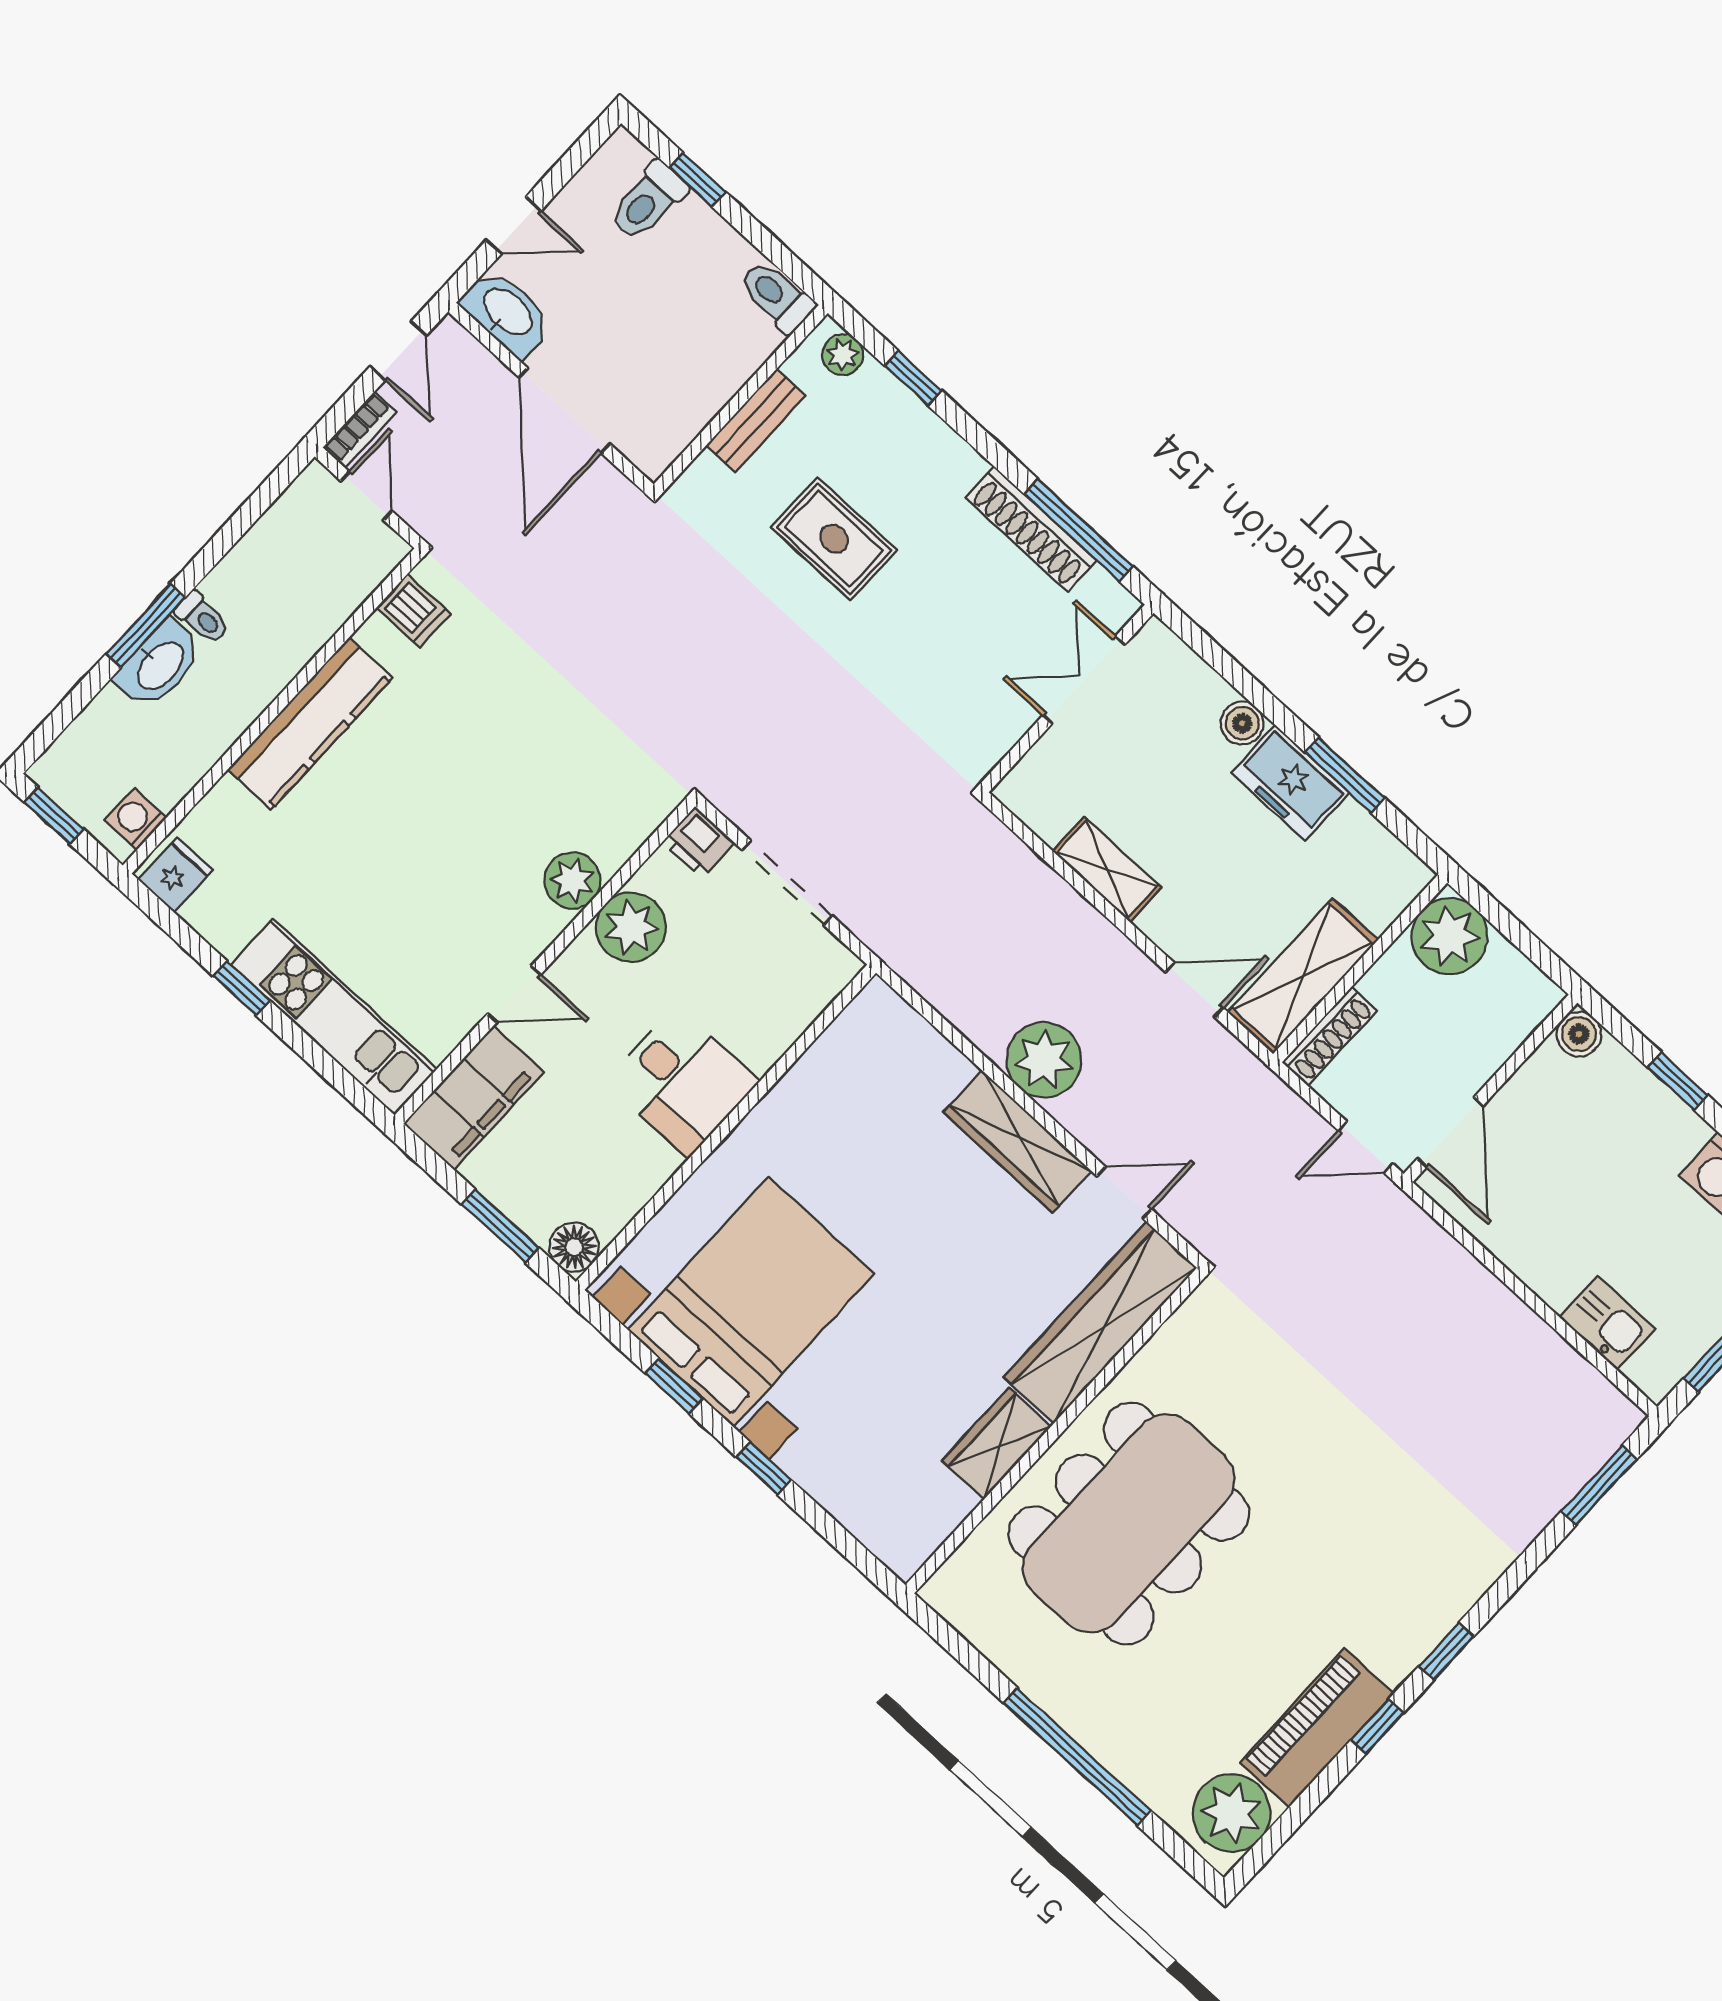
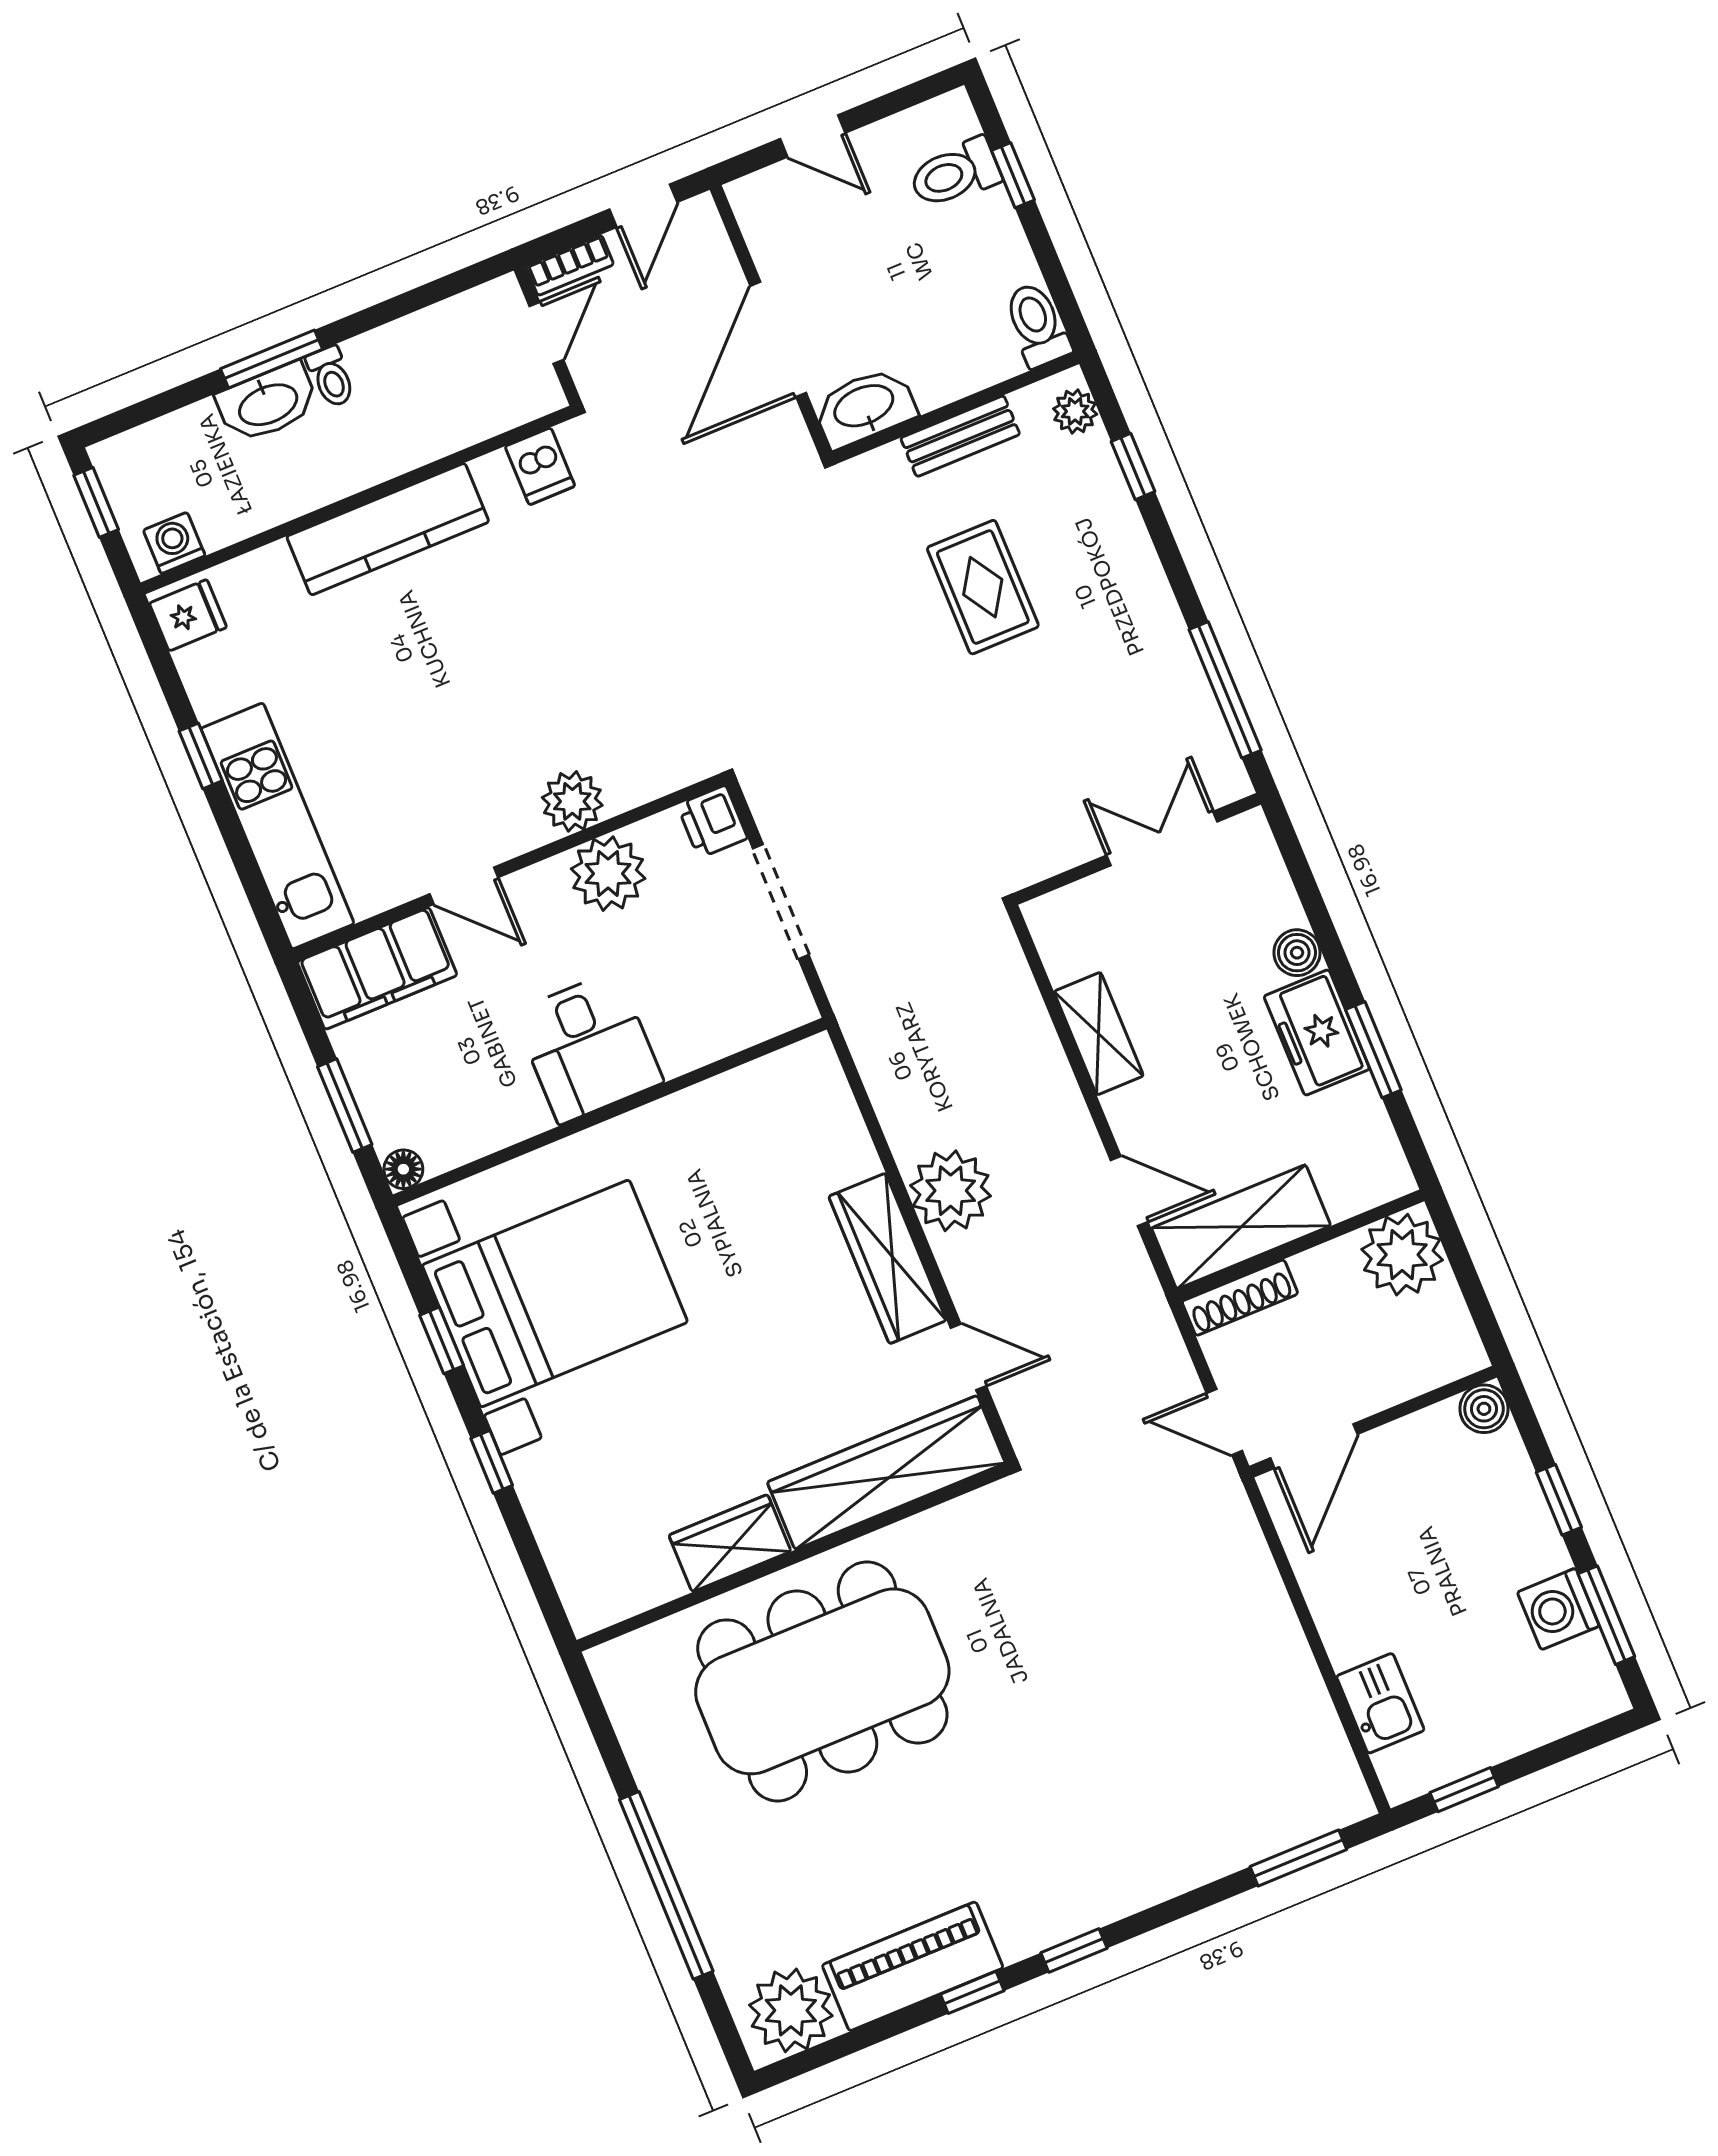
washbasin: (507, 313) -> (864, 407), moved, turned -90
shoe rack: (1031, 529) -> (1179, 667), removed
floor lamp: (574, 1247) -> (403, 1169), width x0.73, depth x0.73

